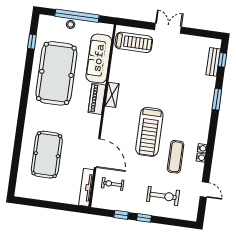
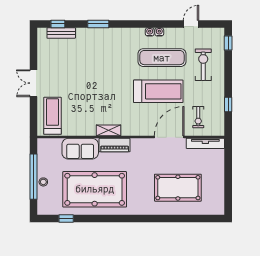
sofa: (99, 58) -> (80, 149), width x0.73
treadmill: (149, 132) -> (158, 91), moved
exercise mat: (176, 157) -> (162, 58), width x1.36, depth x1.45
window: (144, 218) -> (228, 43), moved

